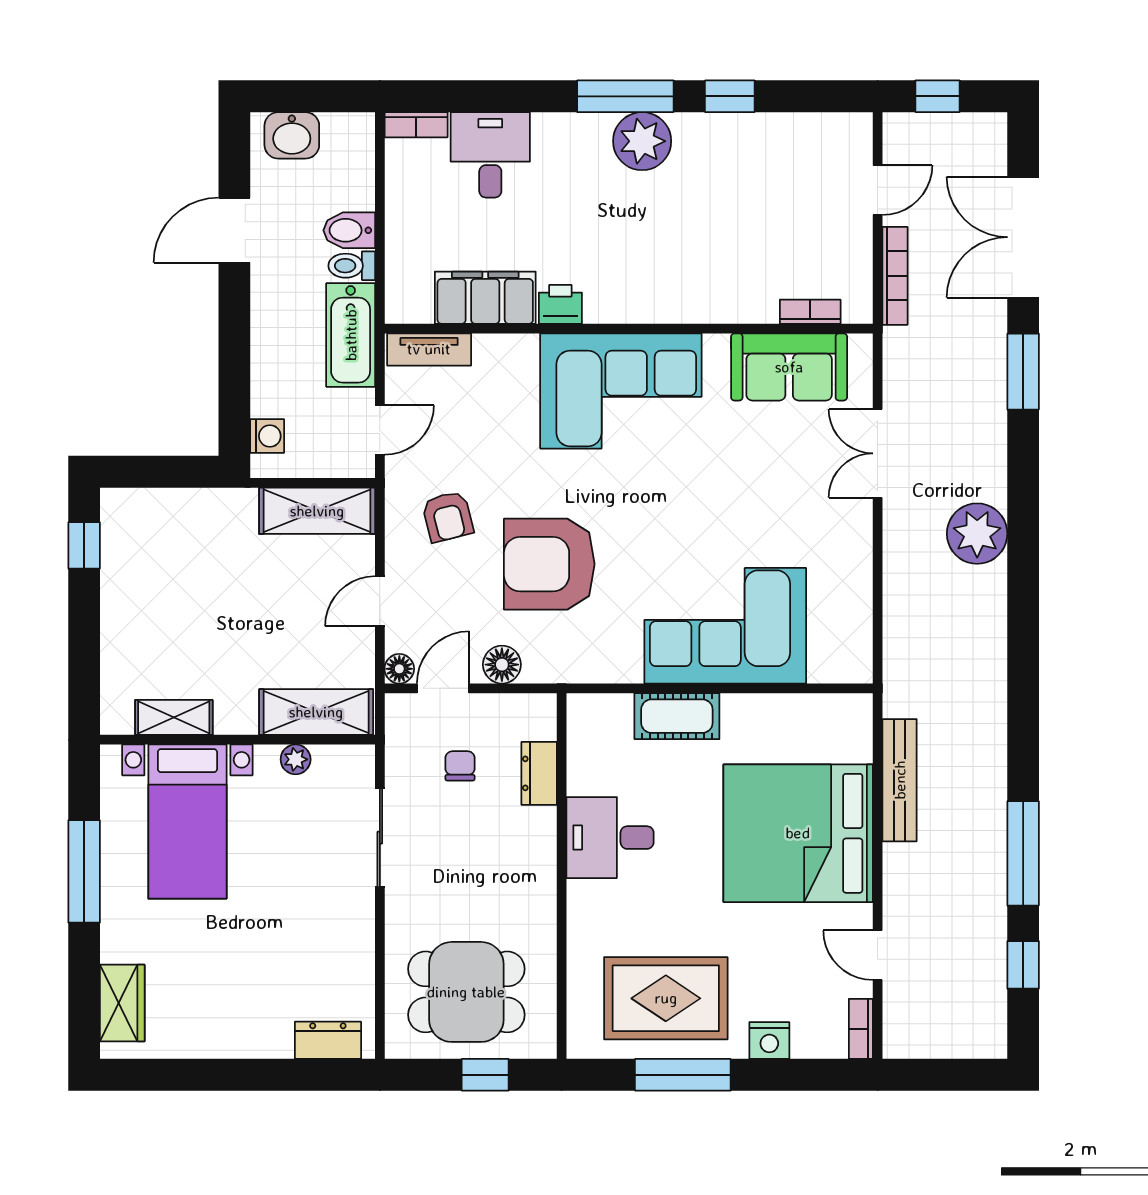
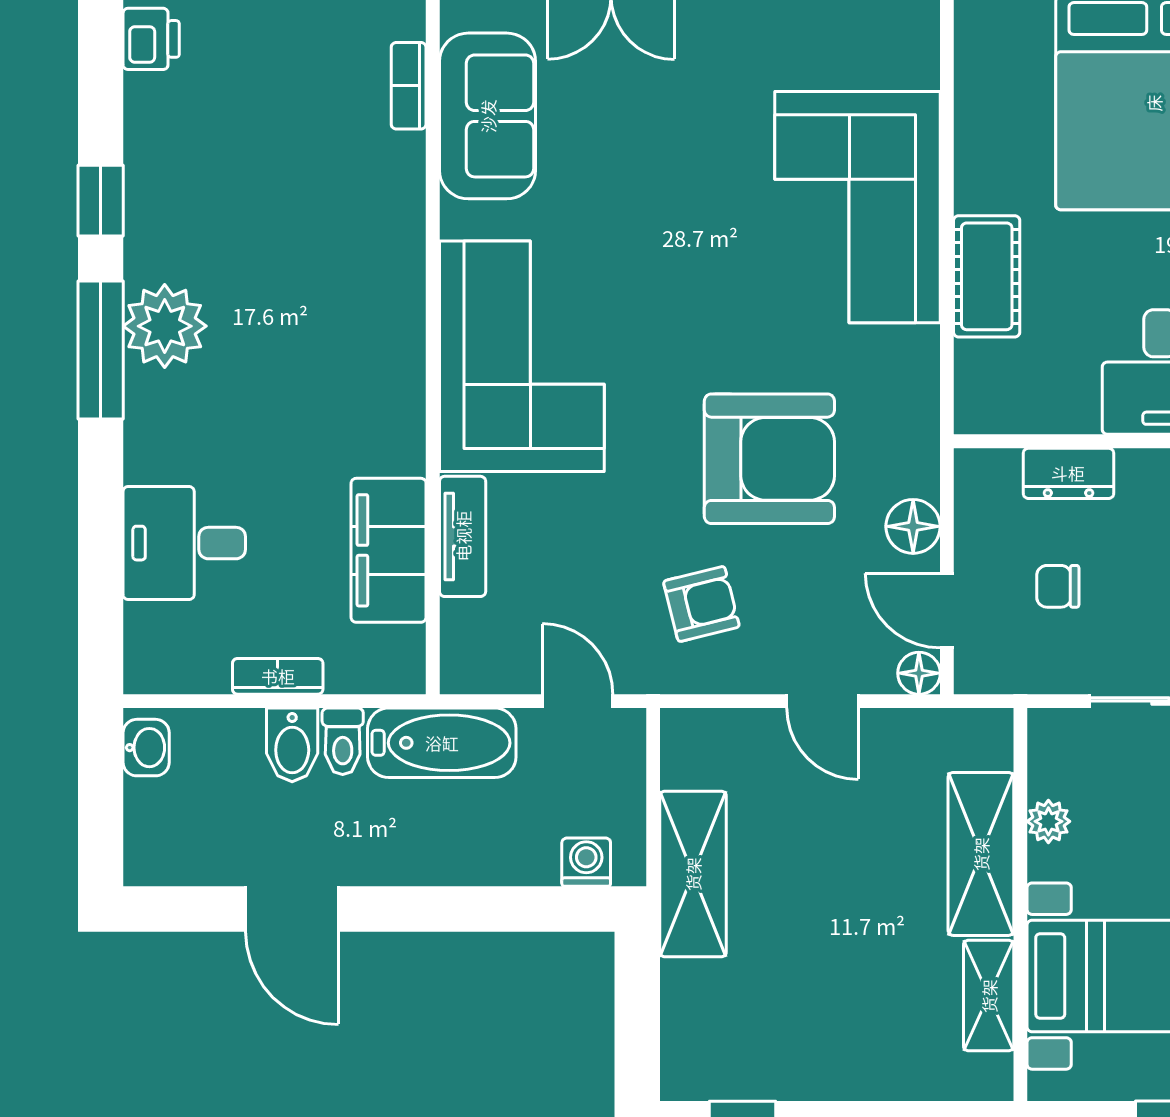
bookcase: (416, 125) -> (278, 676), moved, turned -90
washbasin: (292, 135) -> (146, 748), moved, width x0.72, depth x0.69
printer: (560, 304) -> (151, 39), moved, turned 180
tv unit: (429, 349) -> (463, 536), moved
shelving: (317, 511) -> (693, 874), moved
armchair: (549, 564) -> (769, 459), turned -90
shelving: (316, 712) -> (981, 854), moved

